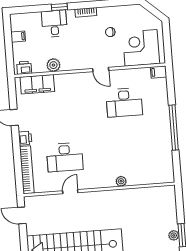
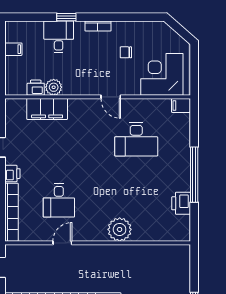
printer: (24, 68) -> (36, 88), moved
filing cabinet: (37, 84) -> (47, 109), moved
printer: (165, 152) -> (181, 203), added
desk: (65, 157) -> (59, 200), width x0.73
plant: (121, 181) -> (120, 229), width x1.88, depth x1.88

